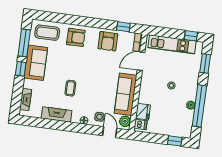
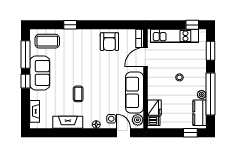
window: (123, 27) -> (70, 25), moved
armchair: (76, 37) -> (77, 42), removed
kitchen counter: (186, 123) -> (200, 113), added

